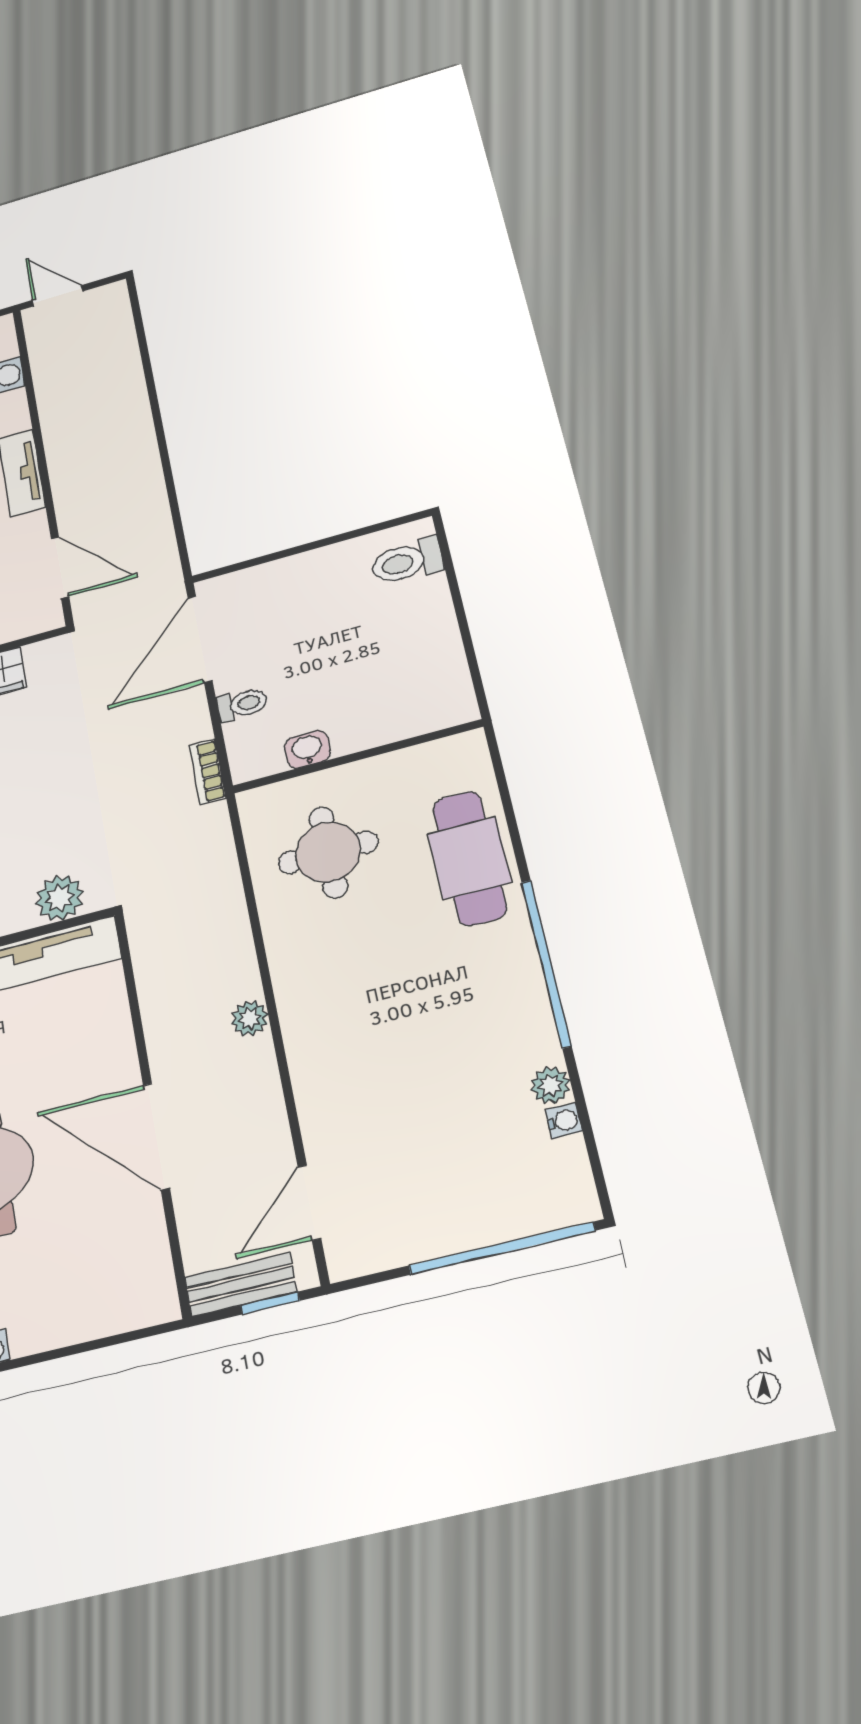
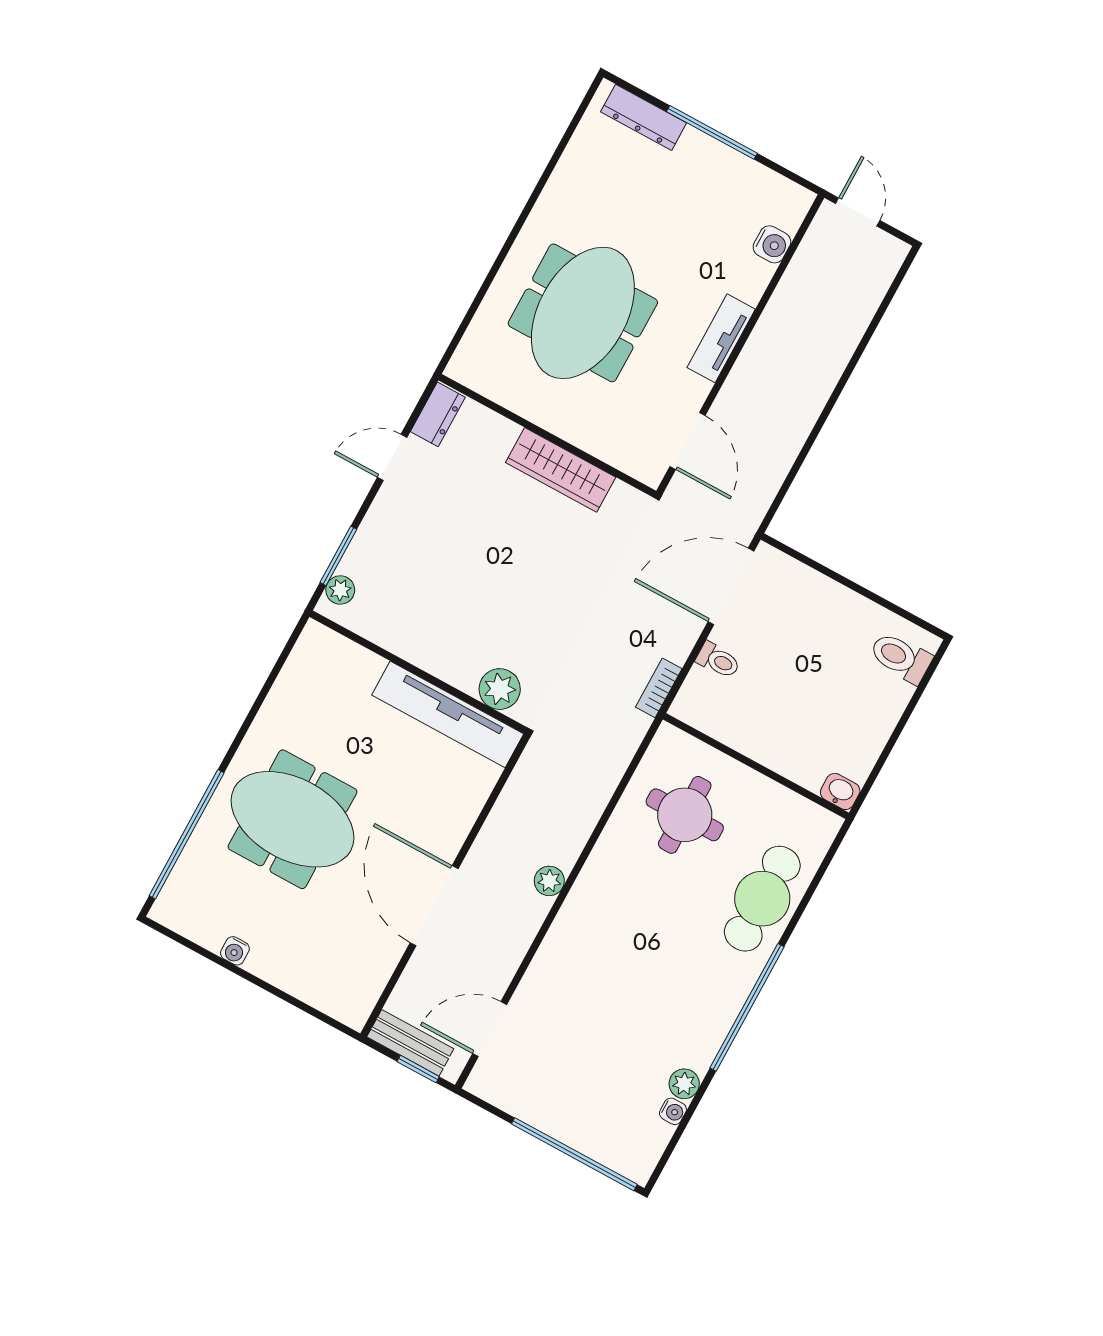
washbasin: (307, 749) -> (840, 791), moved

